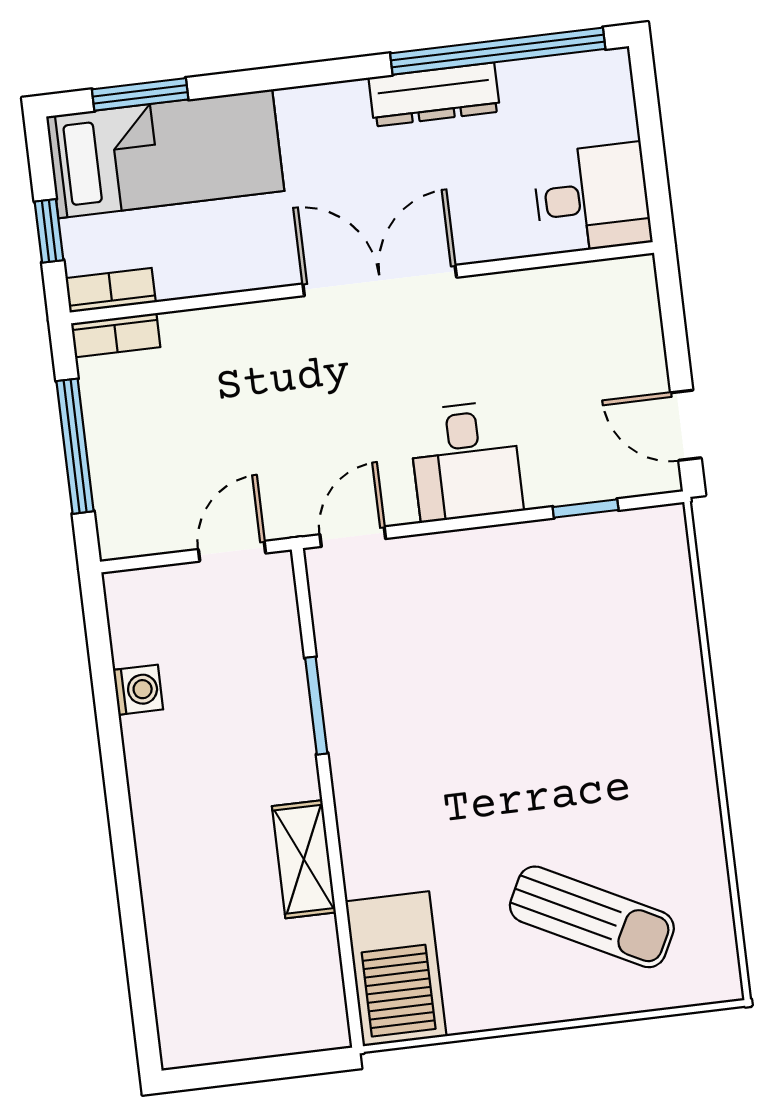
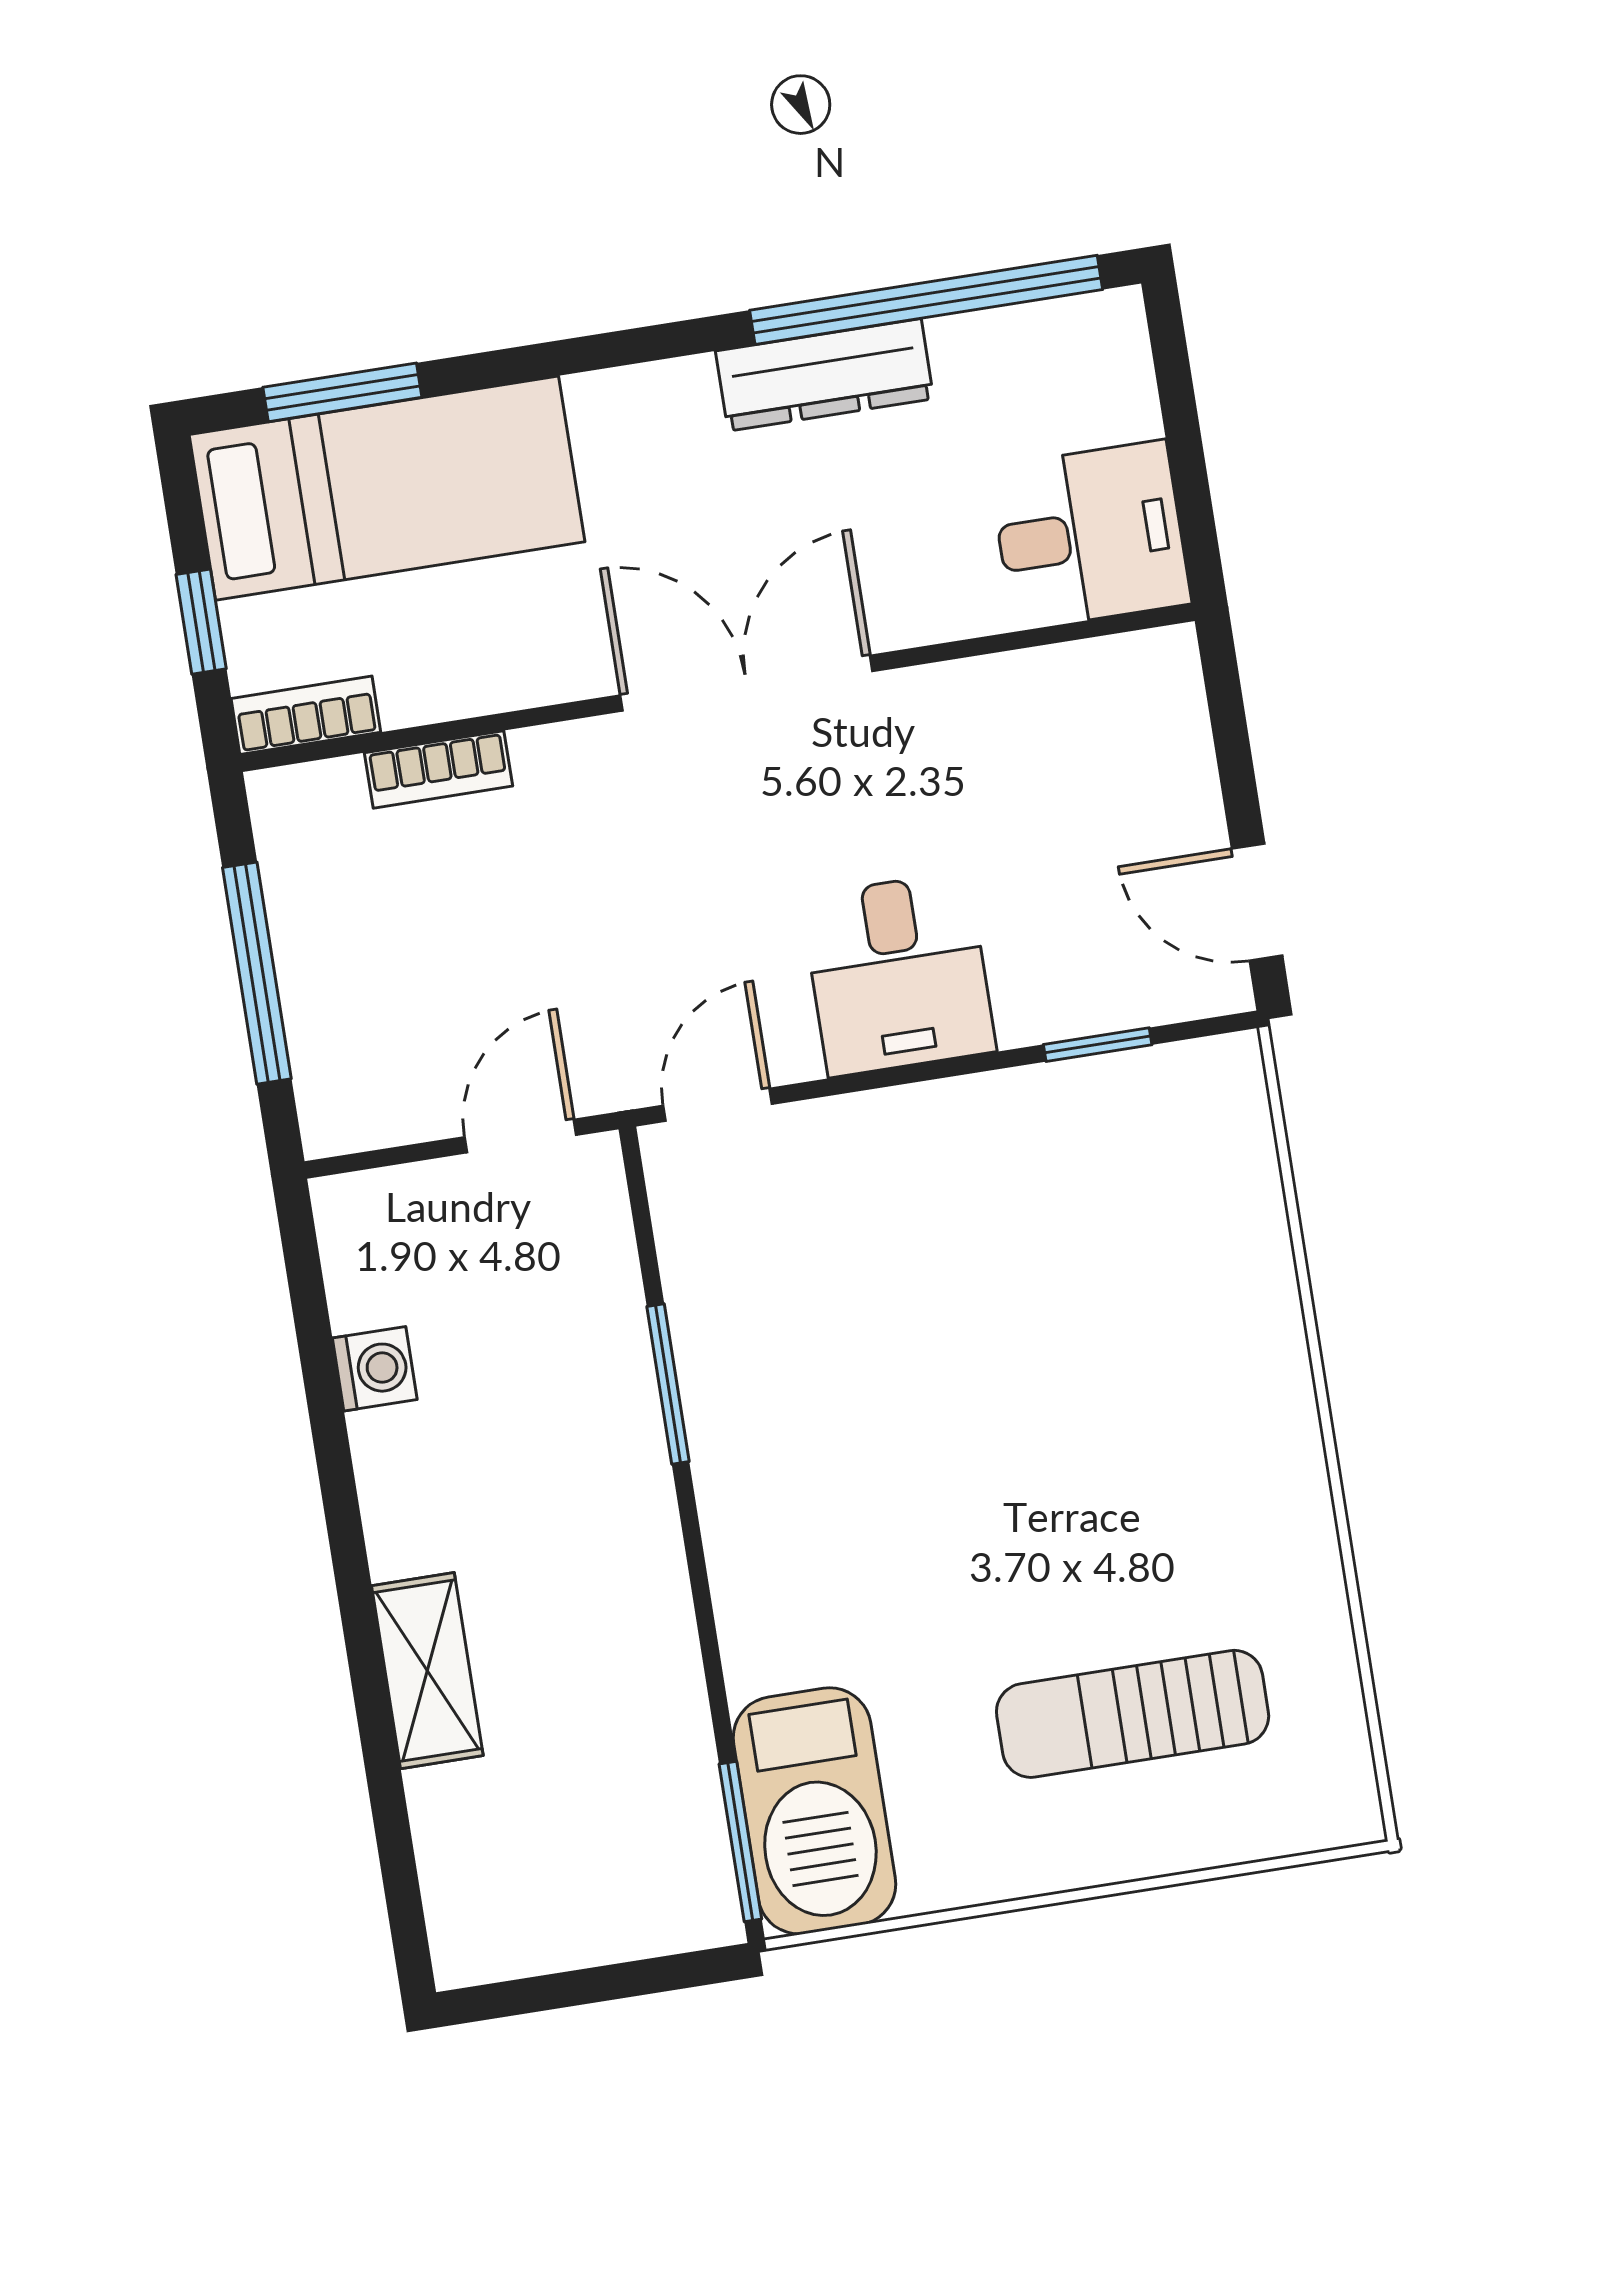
bookcase: (116, 335) -> (438, 769), moved
shelving: (304, 859) -> (427, 1671), moved
sun lounger: (592, 917) -> (1133, 1714), turned 153
window: (350, 986) -> (740, 1842), added

